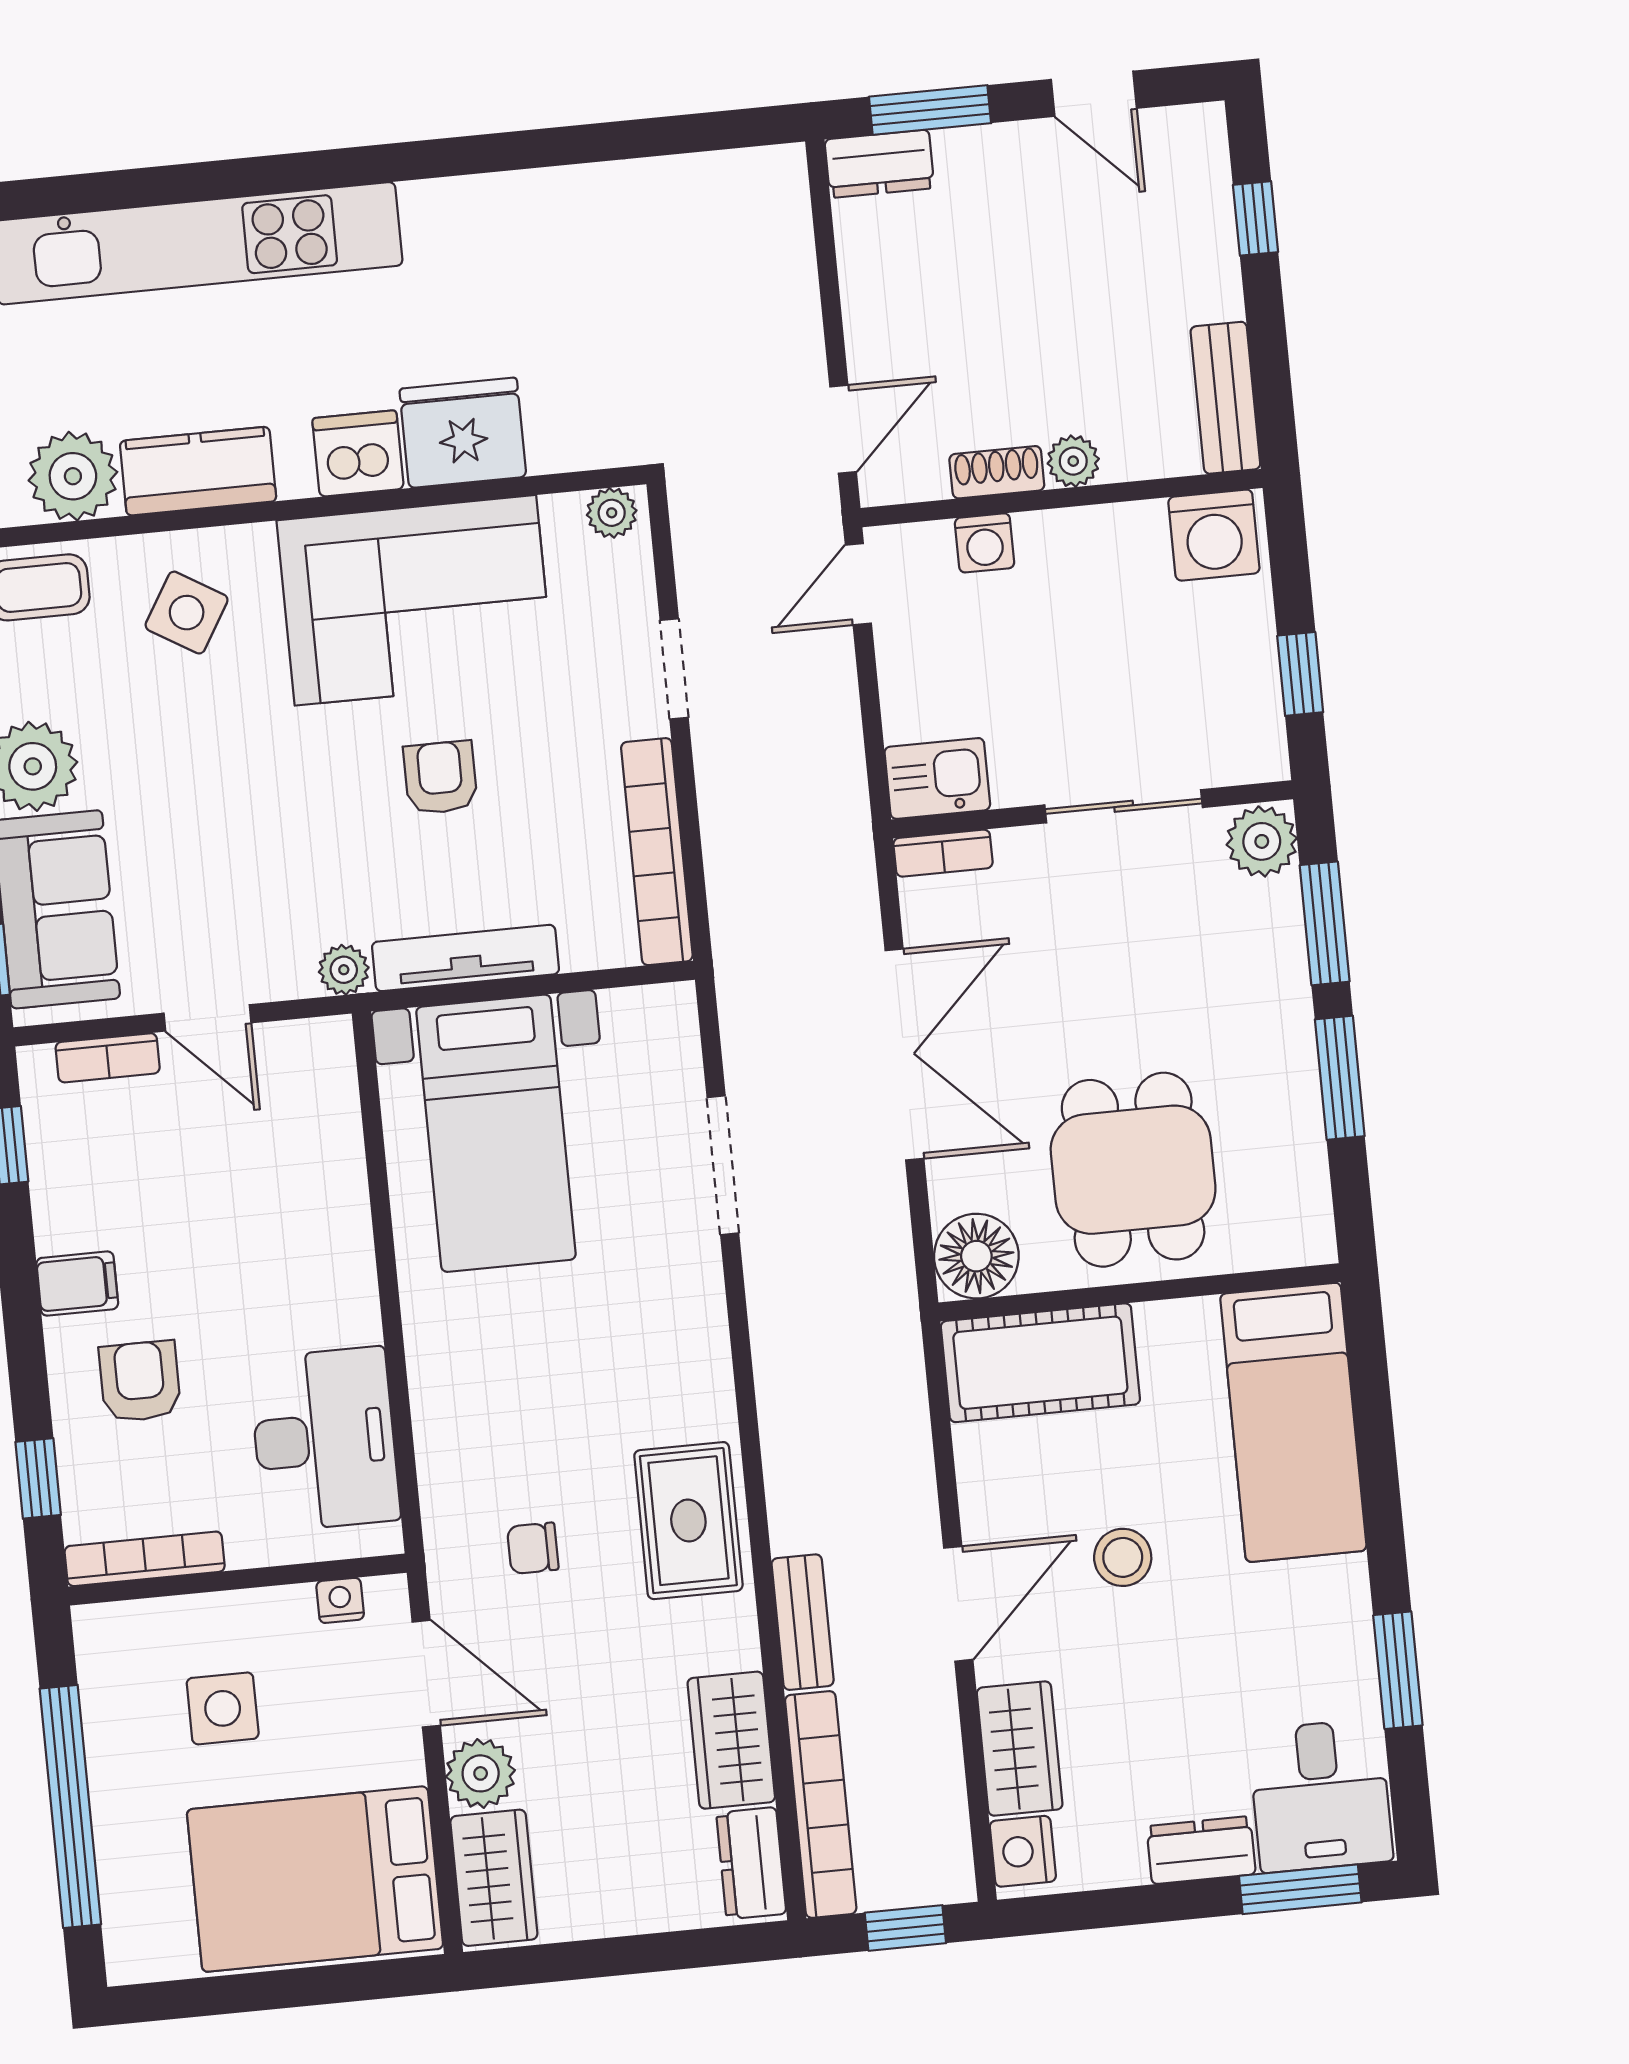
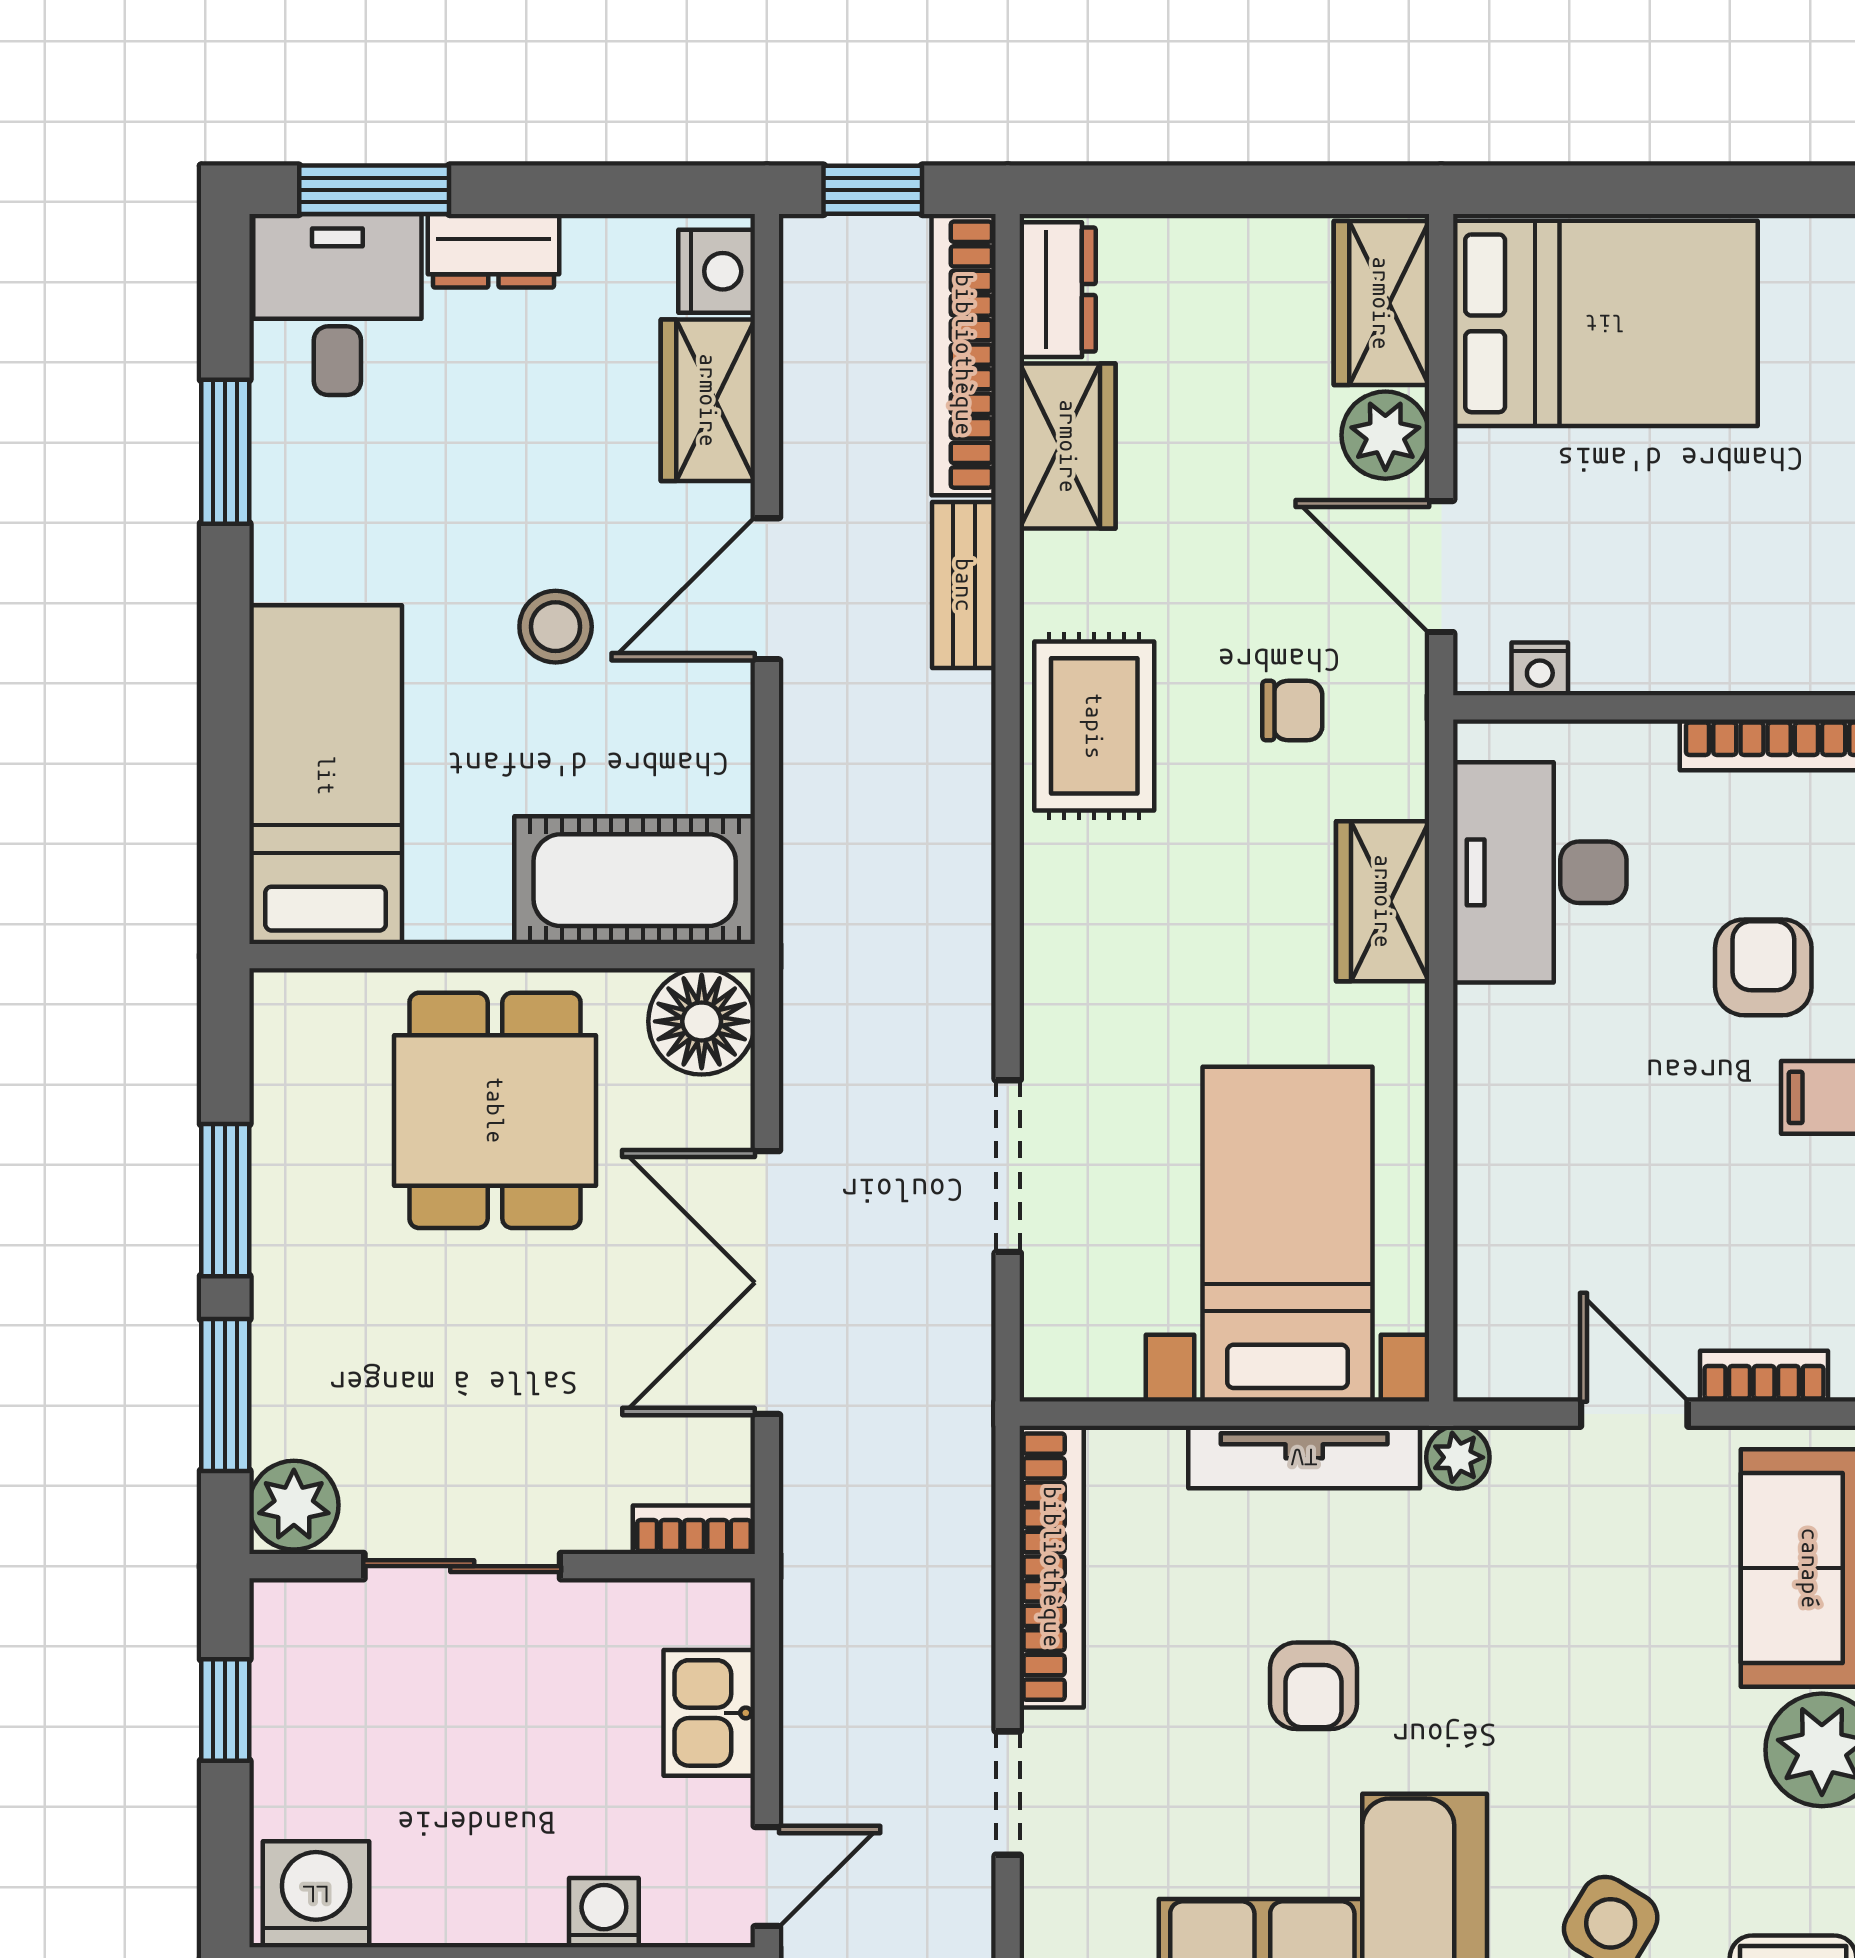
kitchen sink: (937, 778) -> (709, 1713), moved, turned 90
armchair: (140, 1381) -> (1763, 967), turned 180
wardrobe: (447, 1404) -> (1383, 901), added
side table: (223, 1708) -> (1700, 548), removed

